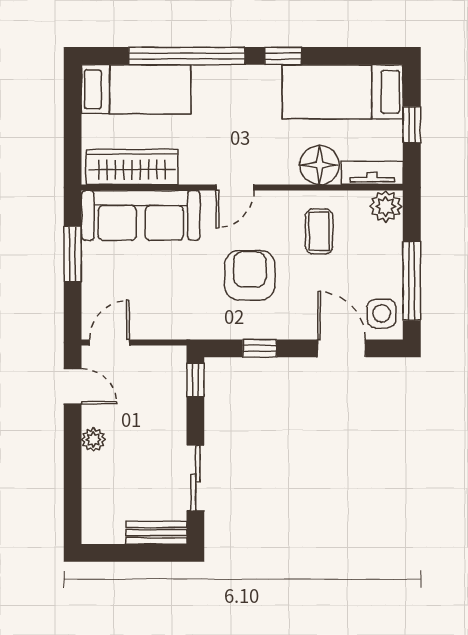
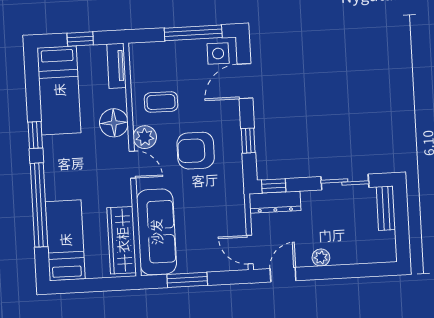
floor lamp: (319, 165) -> (114, 123), moved
plant: (386, 206) -> (145, 137), moved
dresser: (173, 380) -> (275, 202), added

